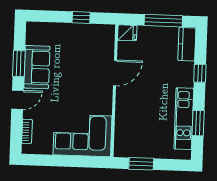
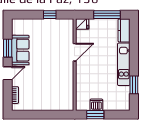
window: (200, 73) -> (134, 50), removed
kitchen unit: (184, 119) -> (124, 64), moved
corner sofa: (83, 135) -> (54, 96), removed
dishwasher: (143, 150) -> (96, 105), added

